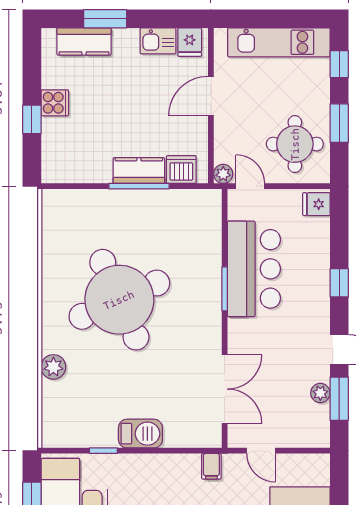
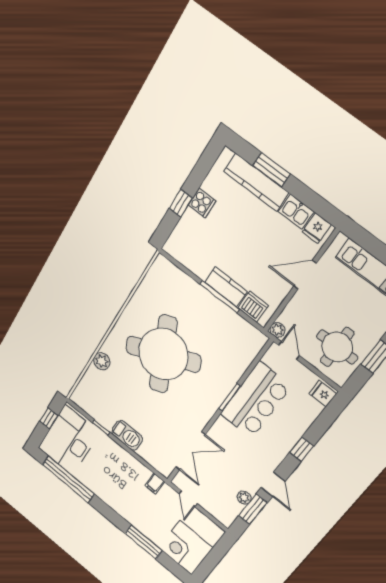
kitchen counter: (84, 42) -> (256, 182), width x1.50

